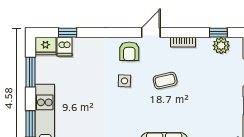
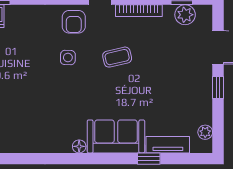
bookcase: (183, 42) -> (139, 11), width x1.56

